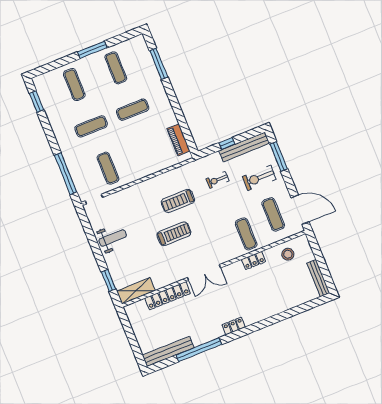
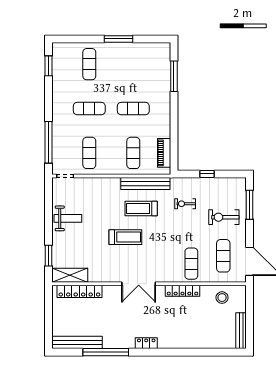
exercise mat: (116, 68) -> (133, 153), moved
bench: (244, 147) -> (145, 184), moved
locker: (254, 260) -> (183, 291), width x1.53
locker: (168, 296) -> (79, 291), moved

